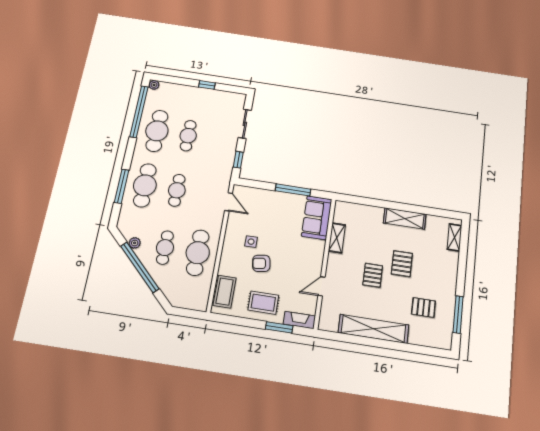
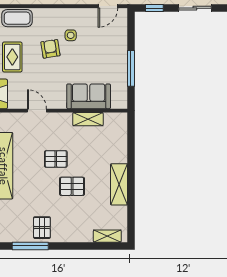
sofa: (317, 218) -> (89, 96), moved
pallet: (424, 308) -> (42, 228), moved

